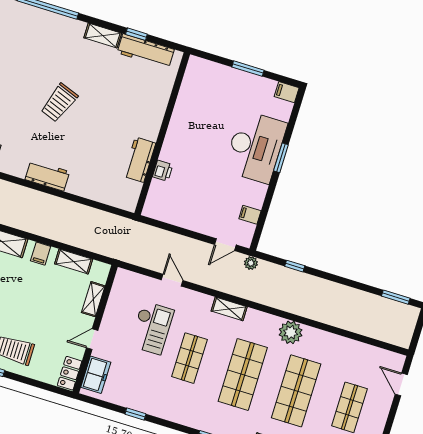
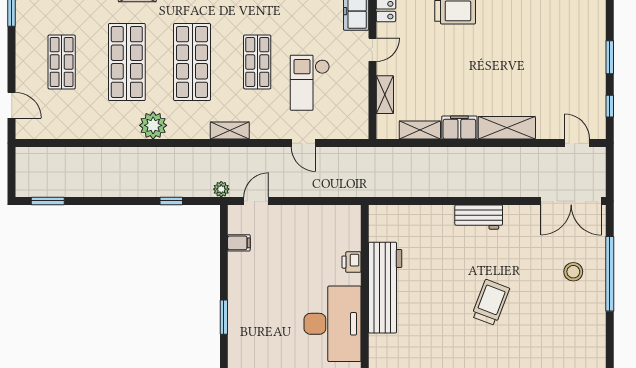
desk: (255, 147) -> (333, 324), moved, turned 180
workbench: (140, 160) -> (385, 288), width x1.88, depth x1.32
filing cabinet: (41, 254) -> (459, 127), width x2.00

